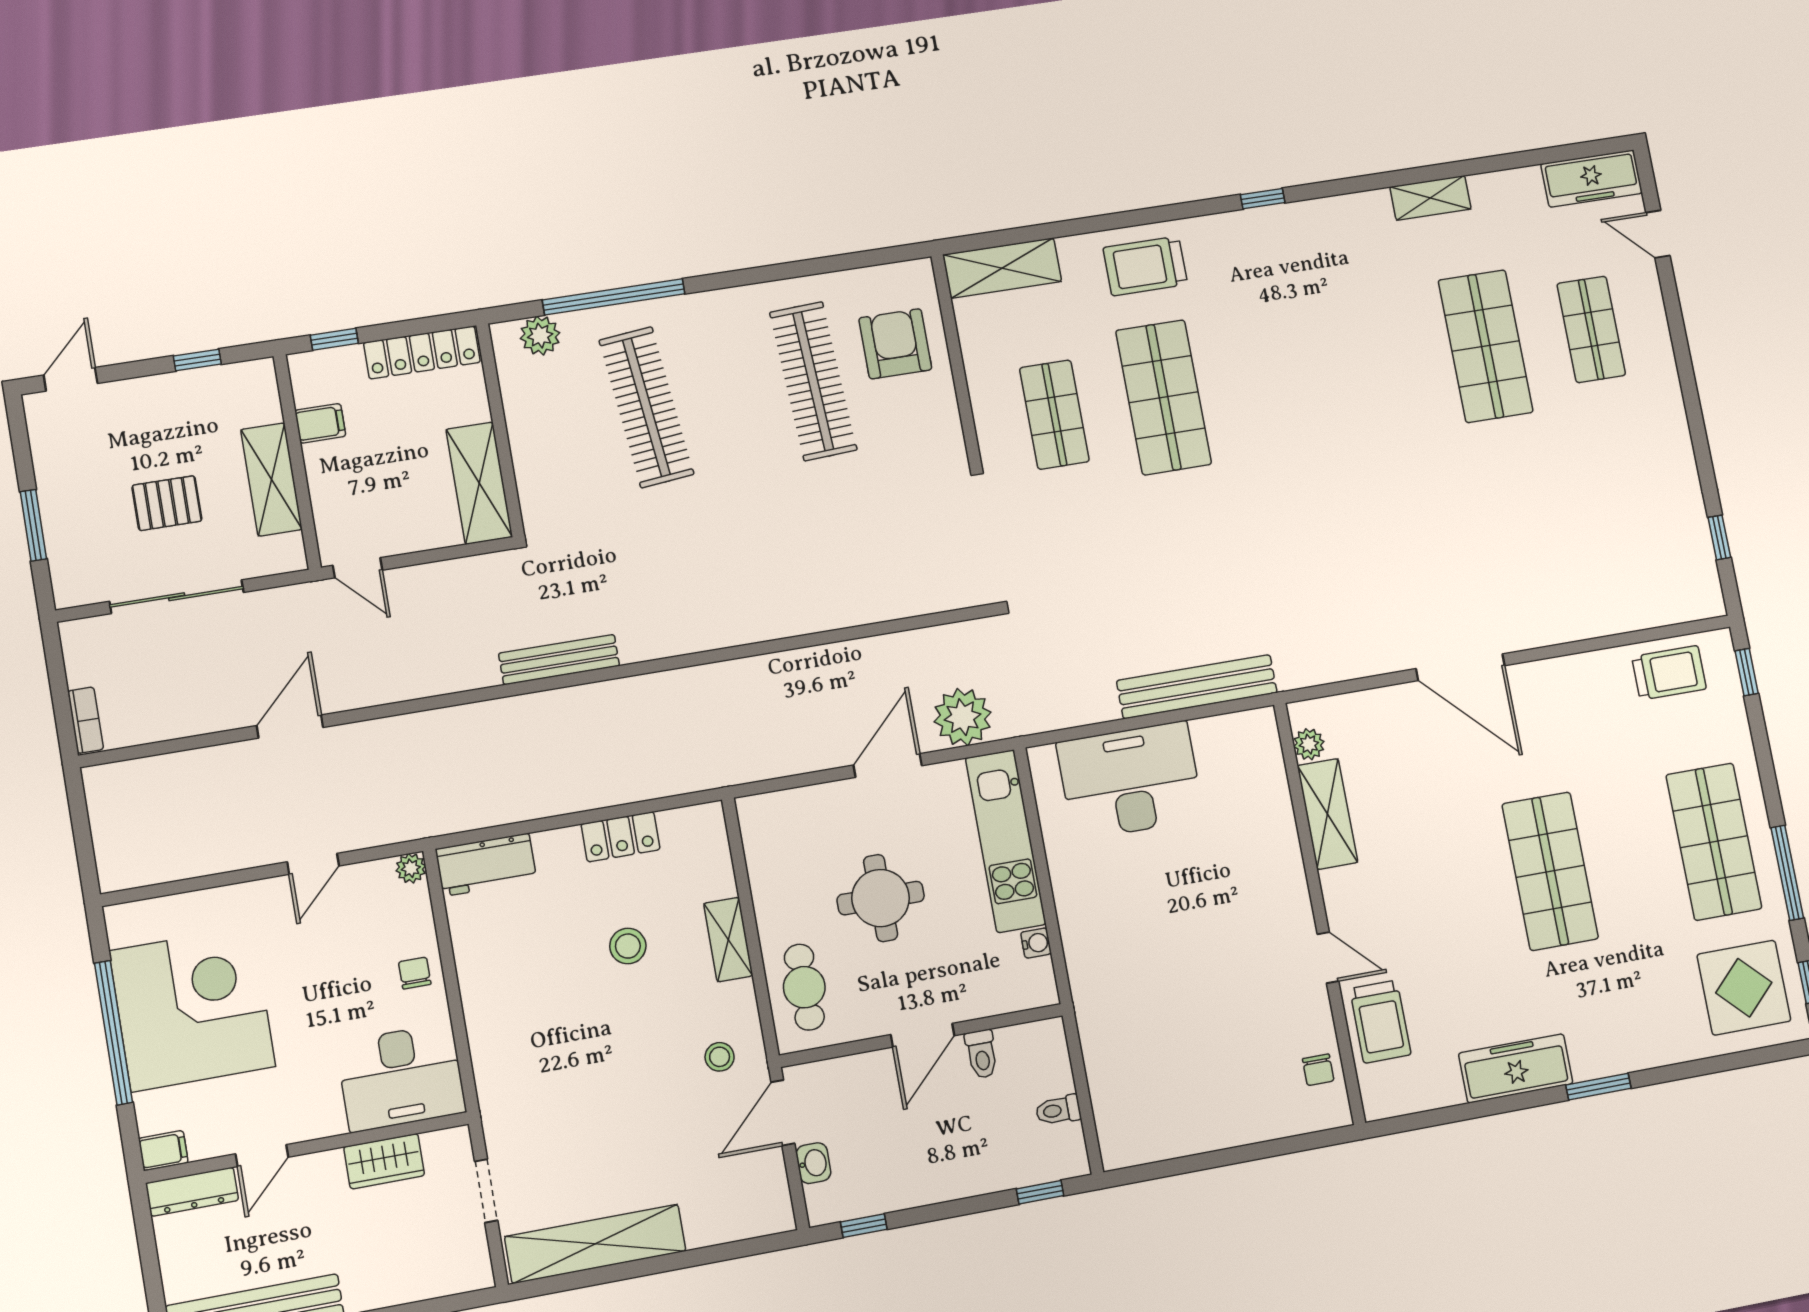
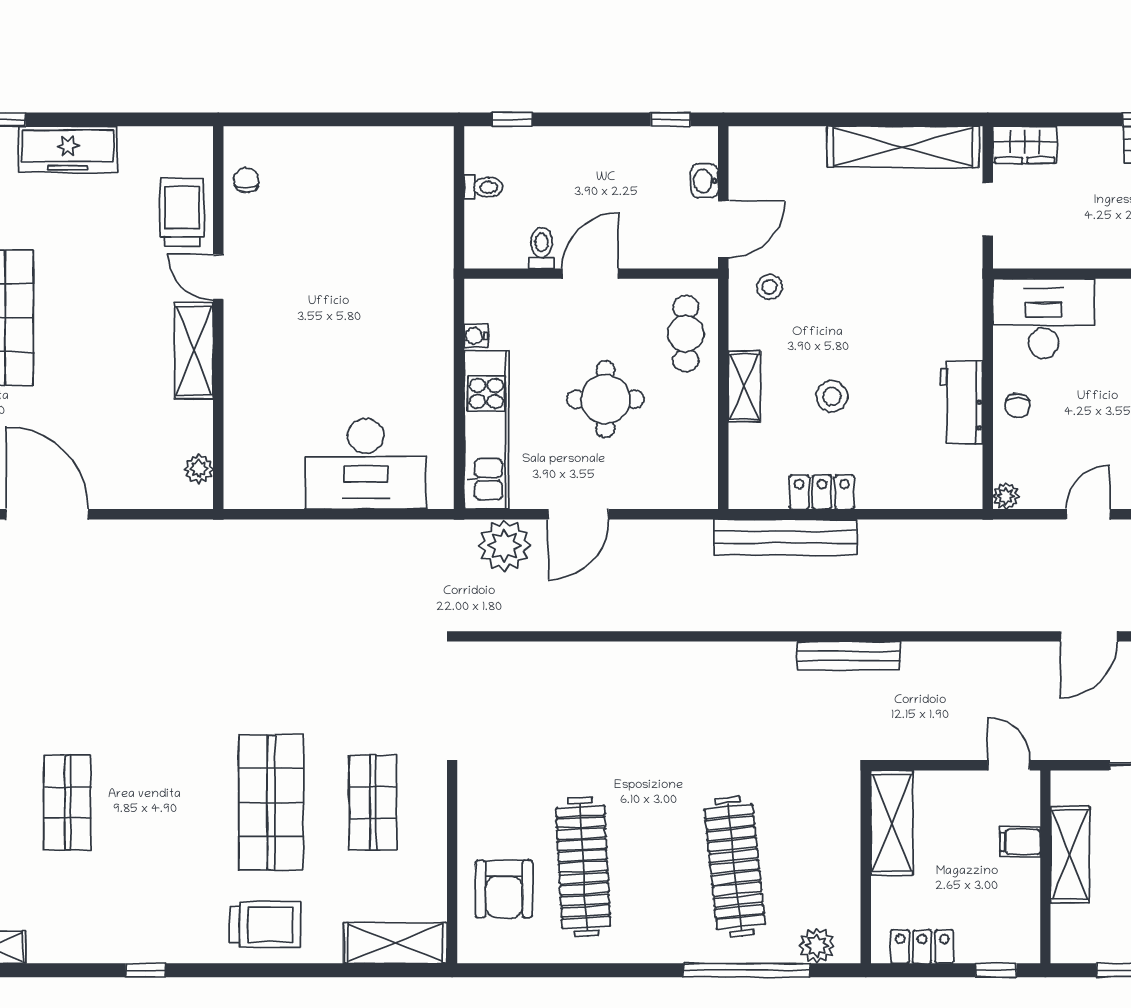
locker: (422, 352) -> (922, 947), width x0.66
shop shelf: (1379, 363) -> (67, 802), added
filing cabinet: (320, 423) -> (1020, 842), moved
bench: (1197, 687) -> (786, 537), moved
shelving: (1327, 814) -> (194, 351), moved
workbench: (486, 865) -> (961, 403), moved, turned -90
wardrobe: (384, 1161) -> (1025, 145), moved, turned 180

